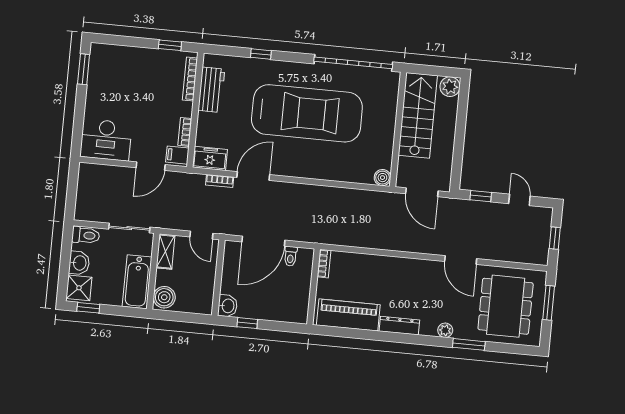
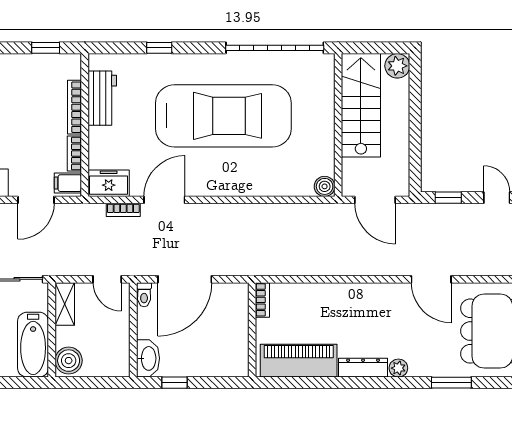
bookcase: (190, 79) -> (75, 107), moved
toilet: (290, 256) -> (144, 295), moved
washbasin: (228, 306) -> (148, 358), width x1.38
plant: (445, 330) -> (398, 368), moved

